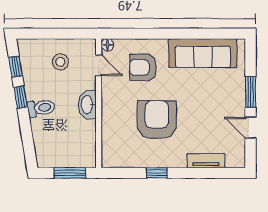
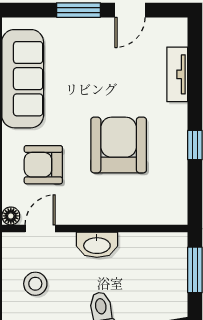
armchair: (143, 67) -> (43, 165), turned 90
armchair: (157, 120) -> (119, 145), turned 90

